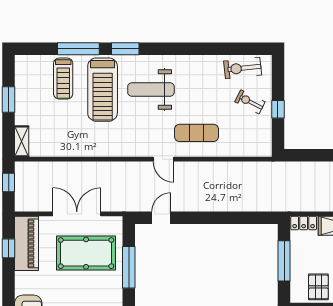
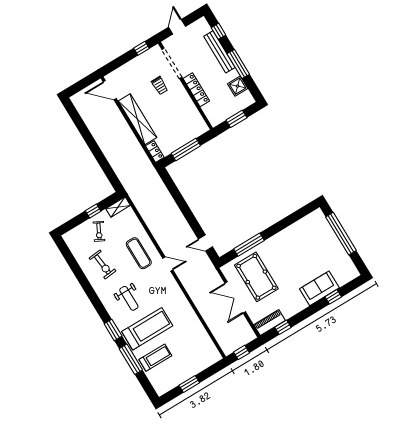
exercise bike: (243, 68) -> (103, 265), moved
weight bench: (151, 89) -> (129, 298), width x0.73, depth x0.75
shelving: (22, 141) -> (118, 207), moved
door: (164, 159) -> (168, 264), hinge flipped
piano: (26, 243) -> (269, 323), width x0.73, depth x0.75
pallet: (318, 287) -> (189, 118), removed

